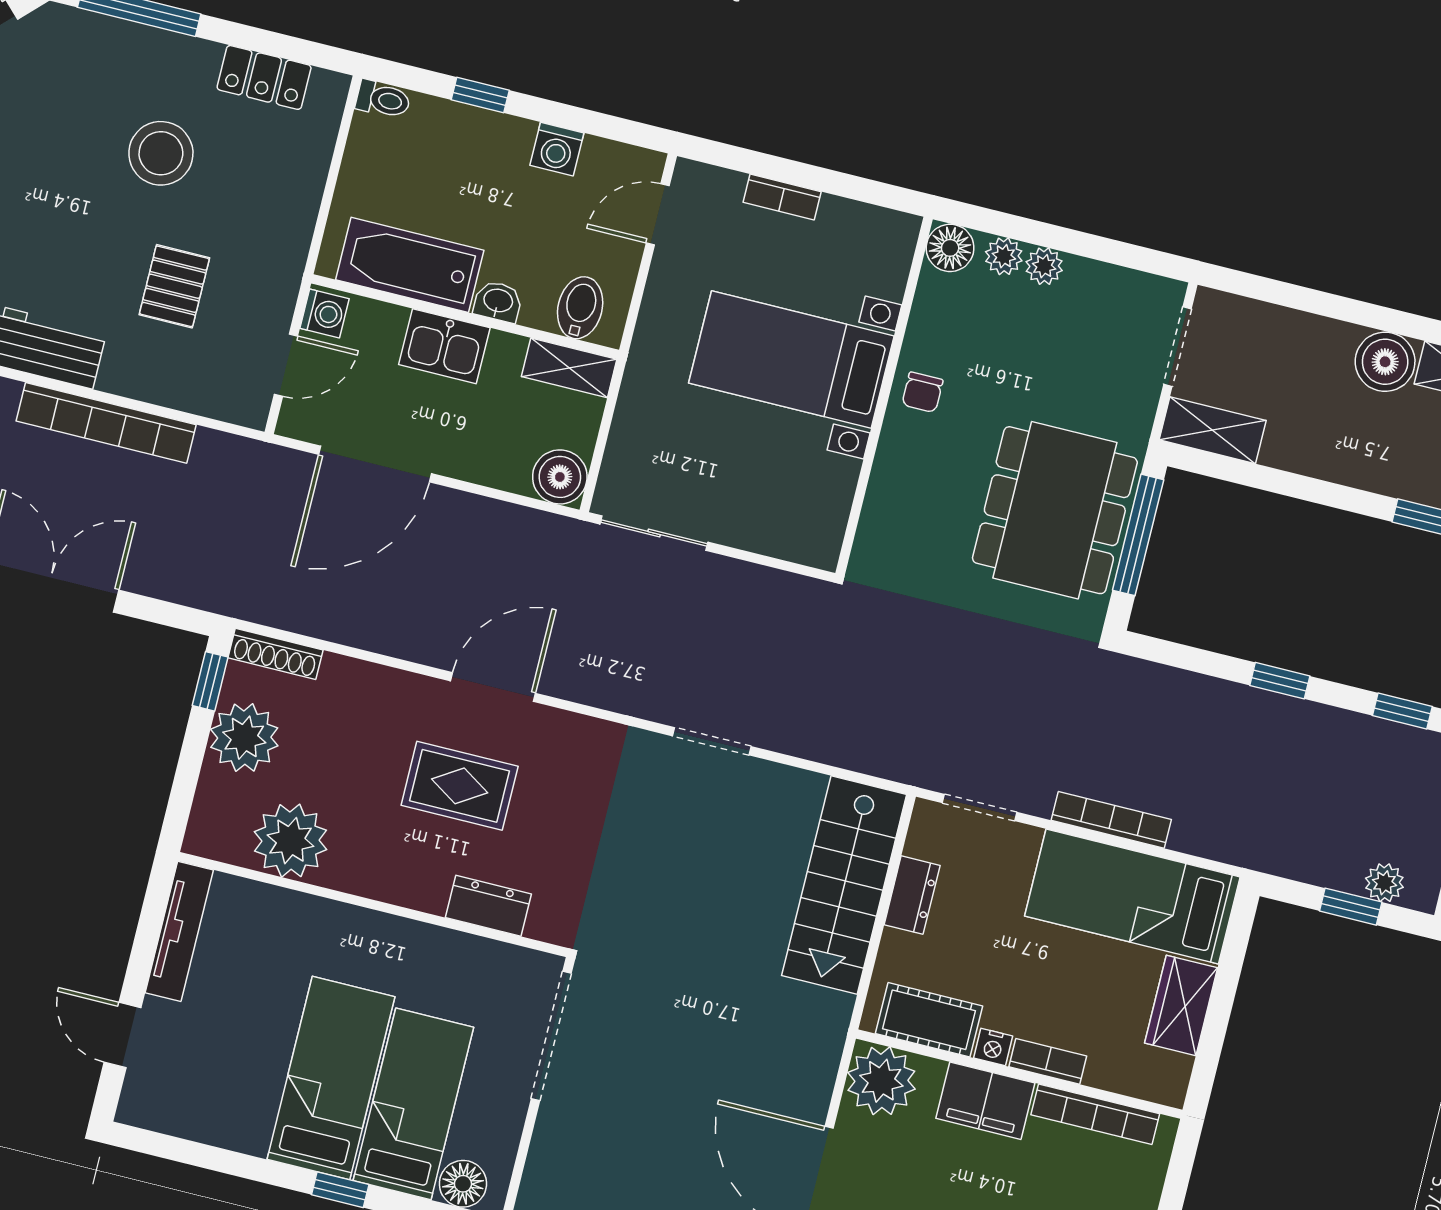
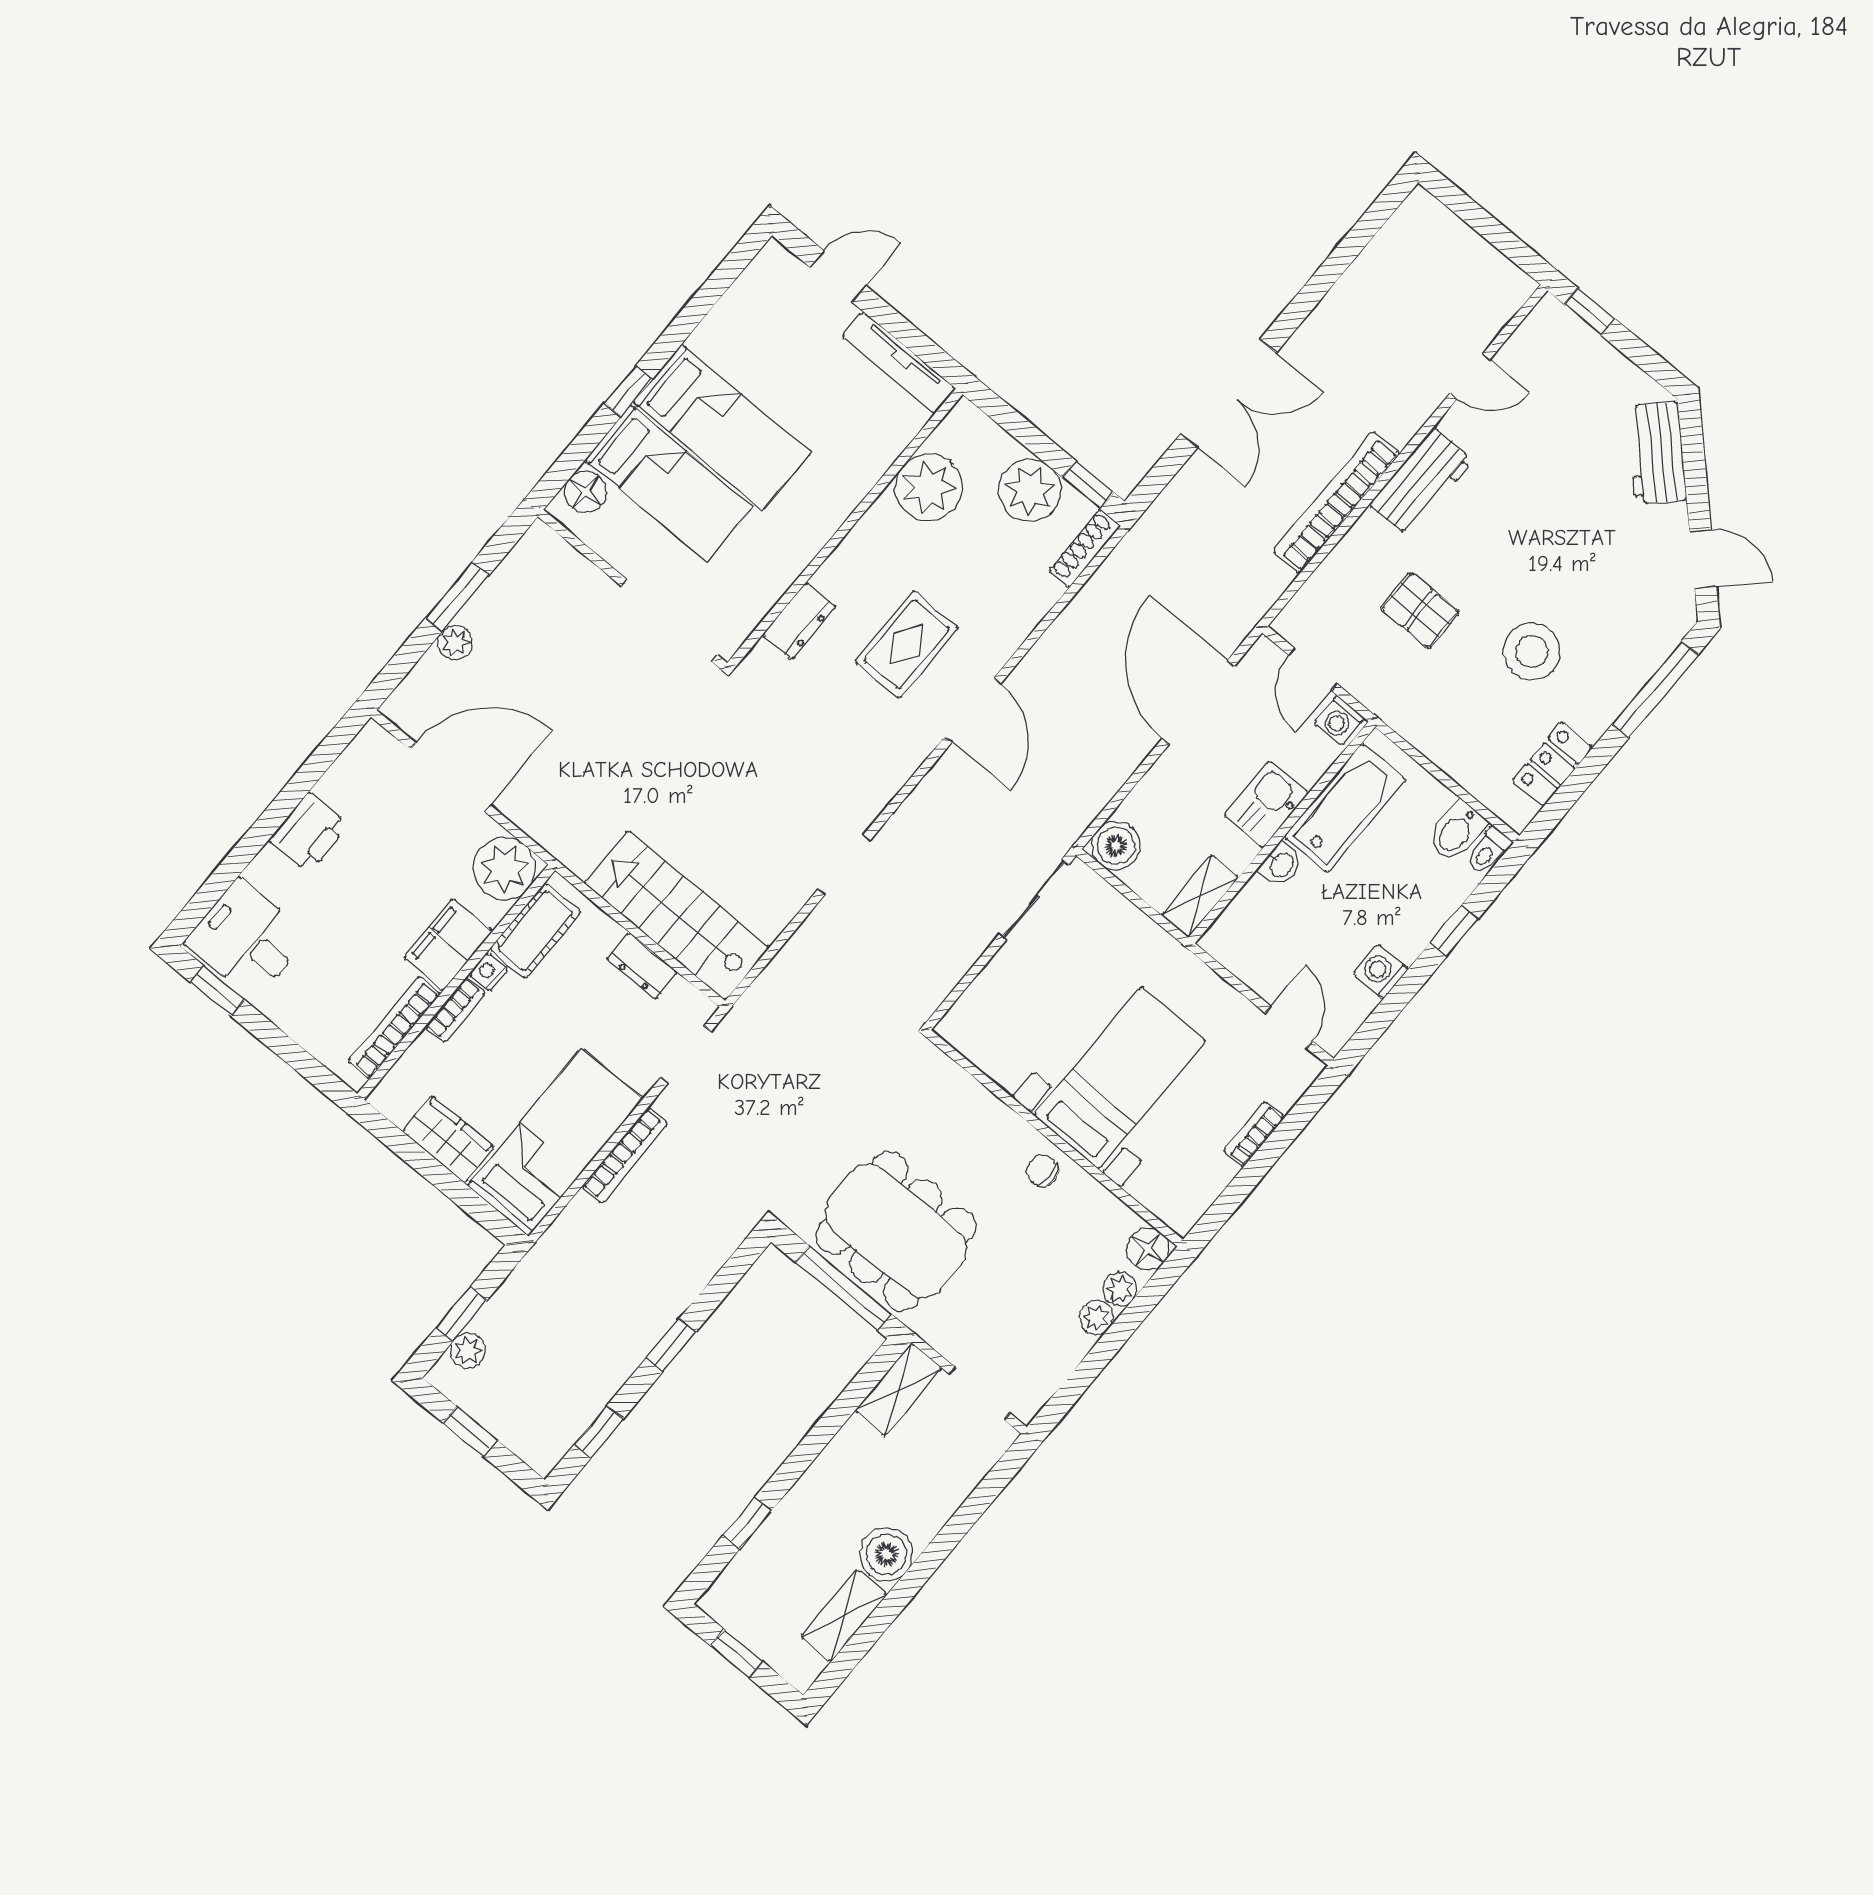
bidet: (580, 308) -> (1457, 831), moved, turned 90

